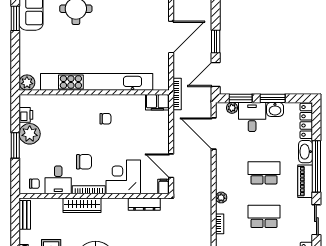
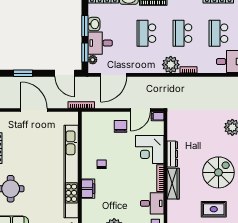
window: (216, 42) -> (23, 73), moved
filing cabinet: (157, 102) -> (88, 189), moved
chair: (84, 162) -> (120, 126), moved
plant: (221, 198) -> (171, 65), width x1.88, depth x1.88
dresser: (144, 204) -> (172, 154), moved

